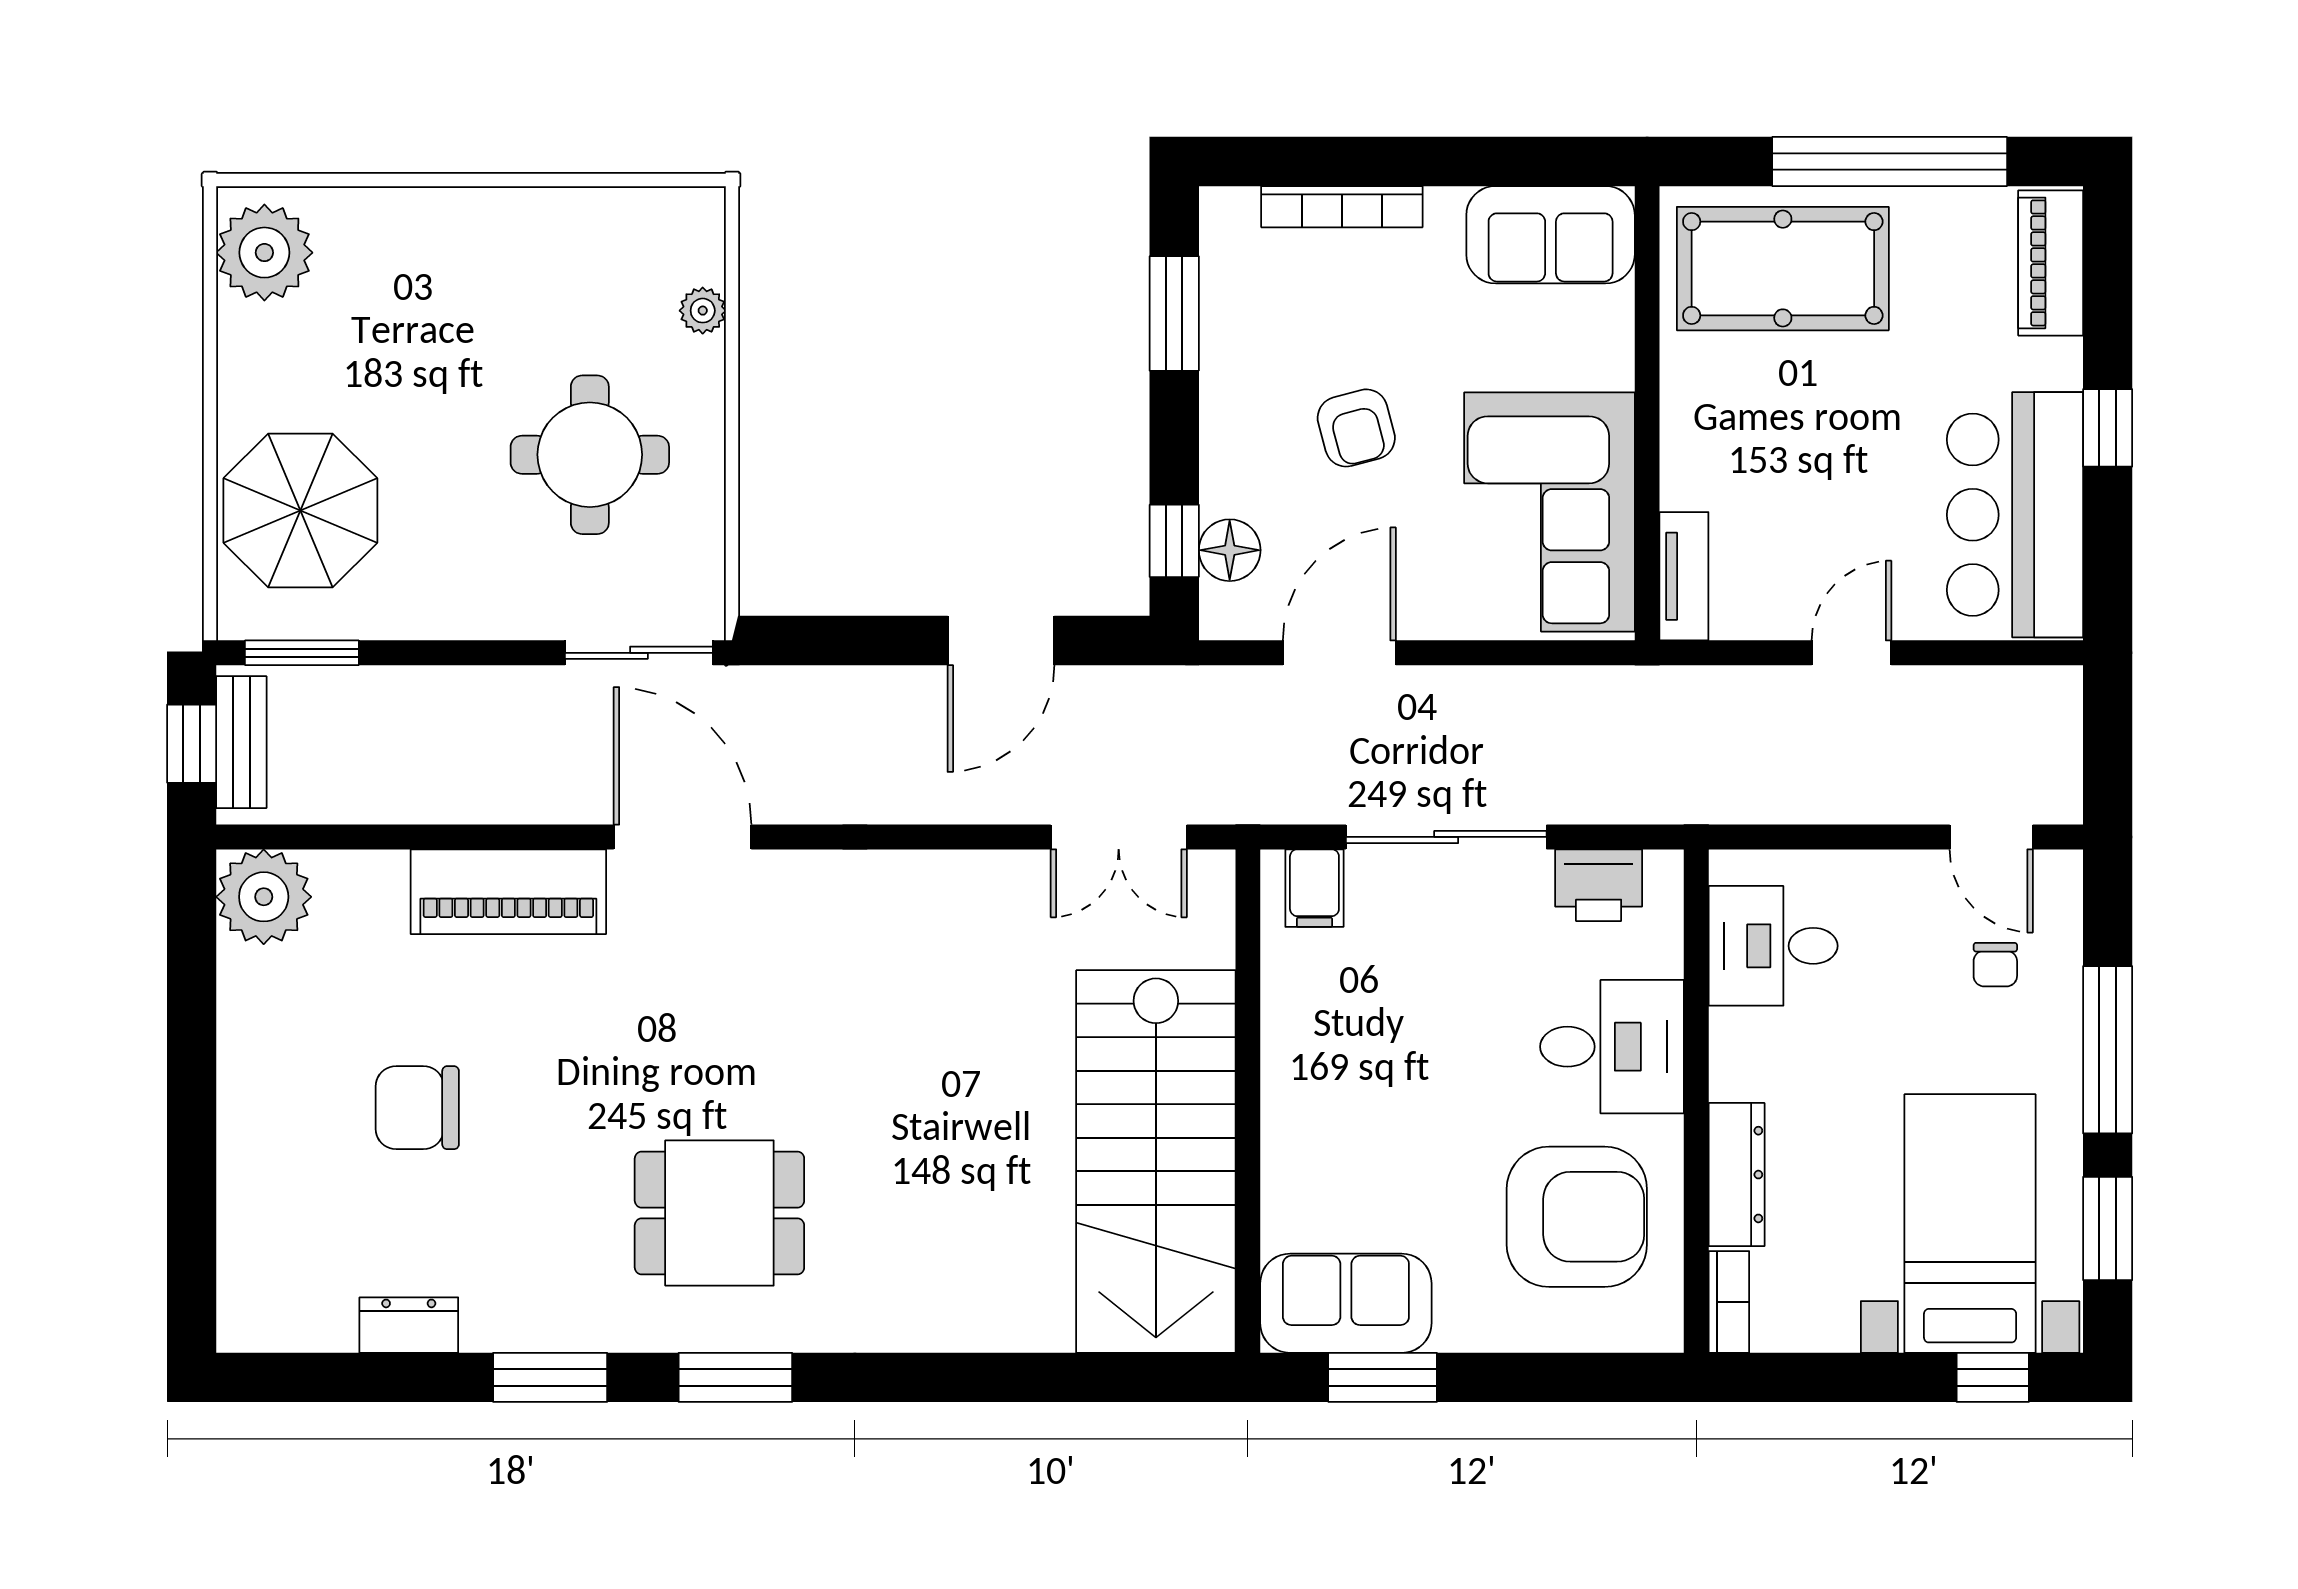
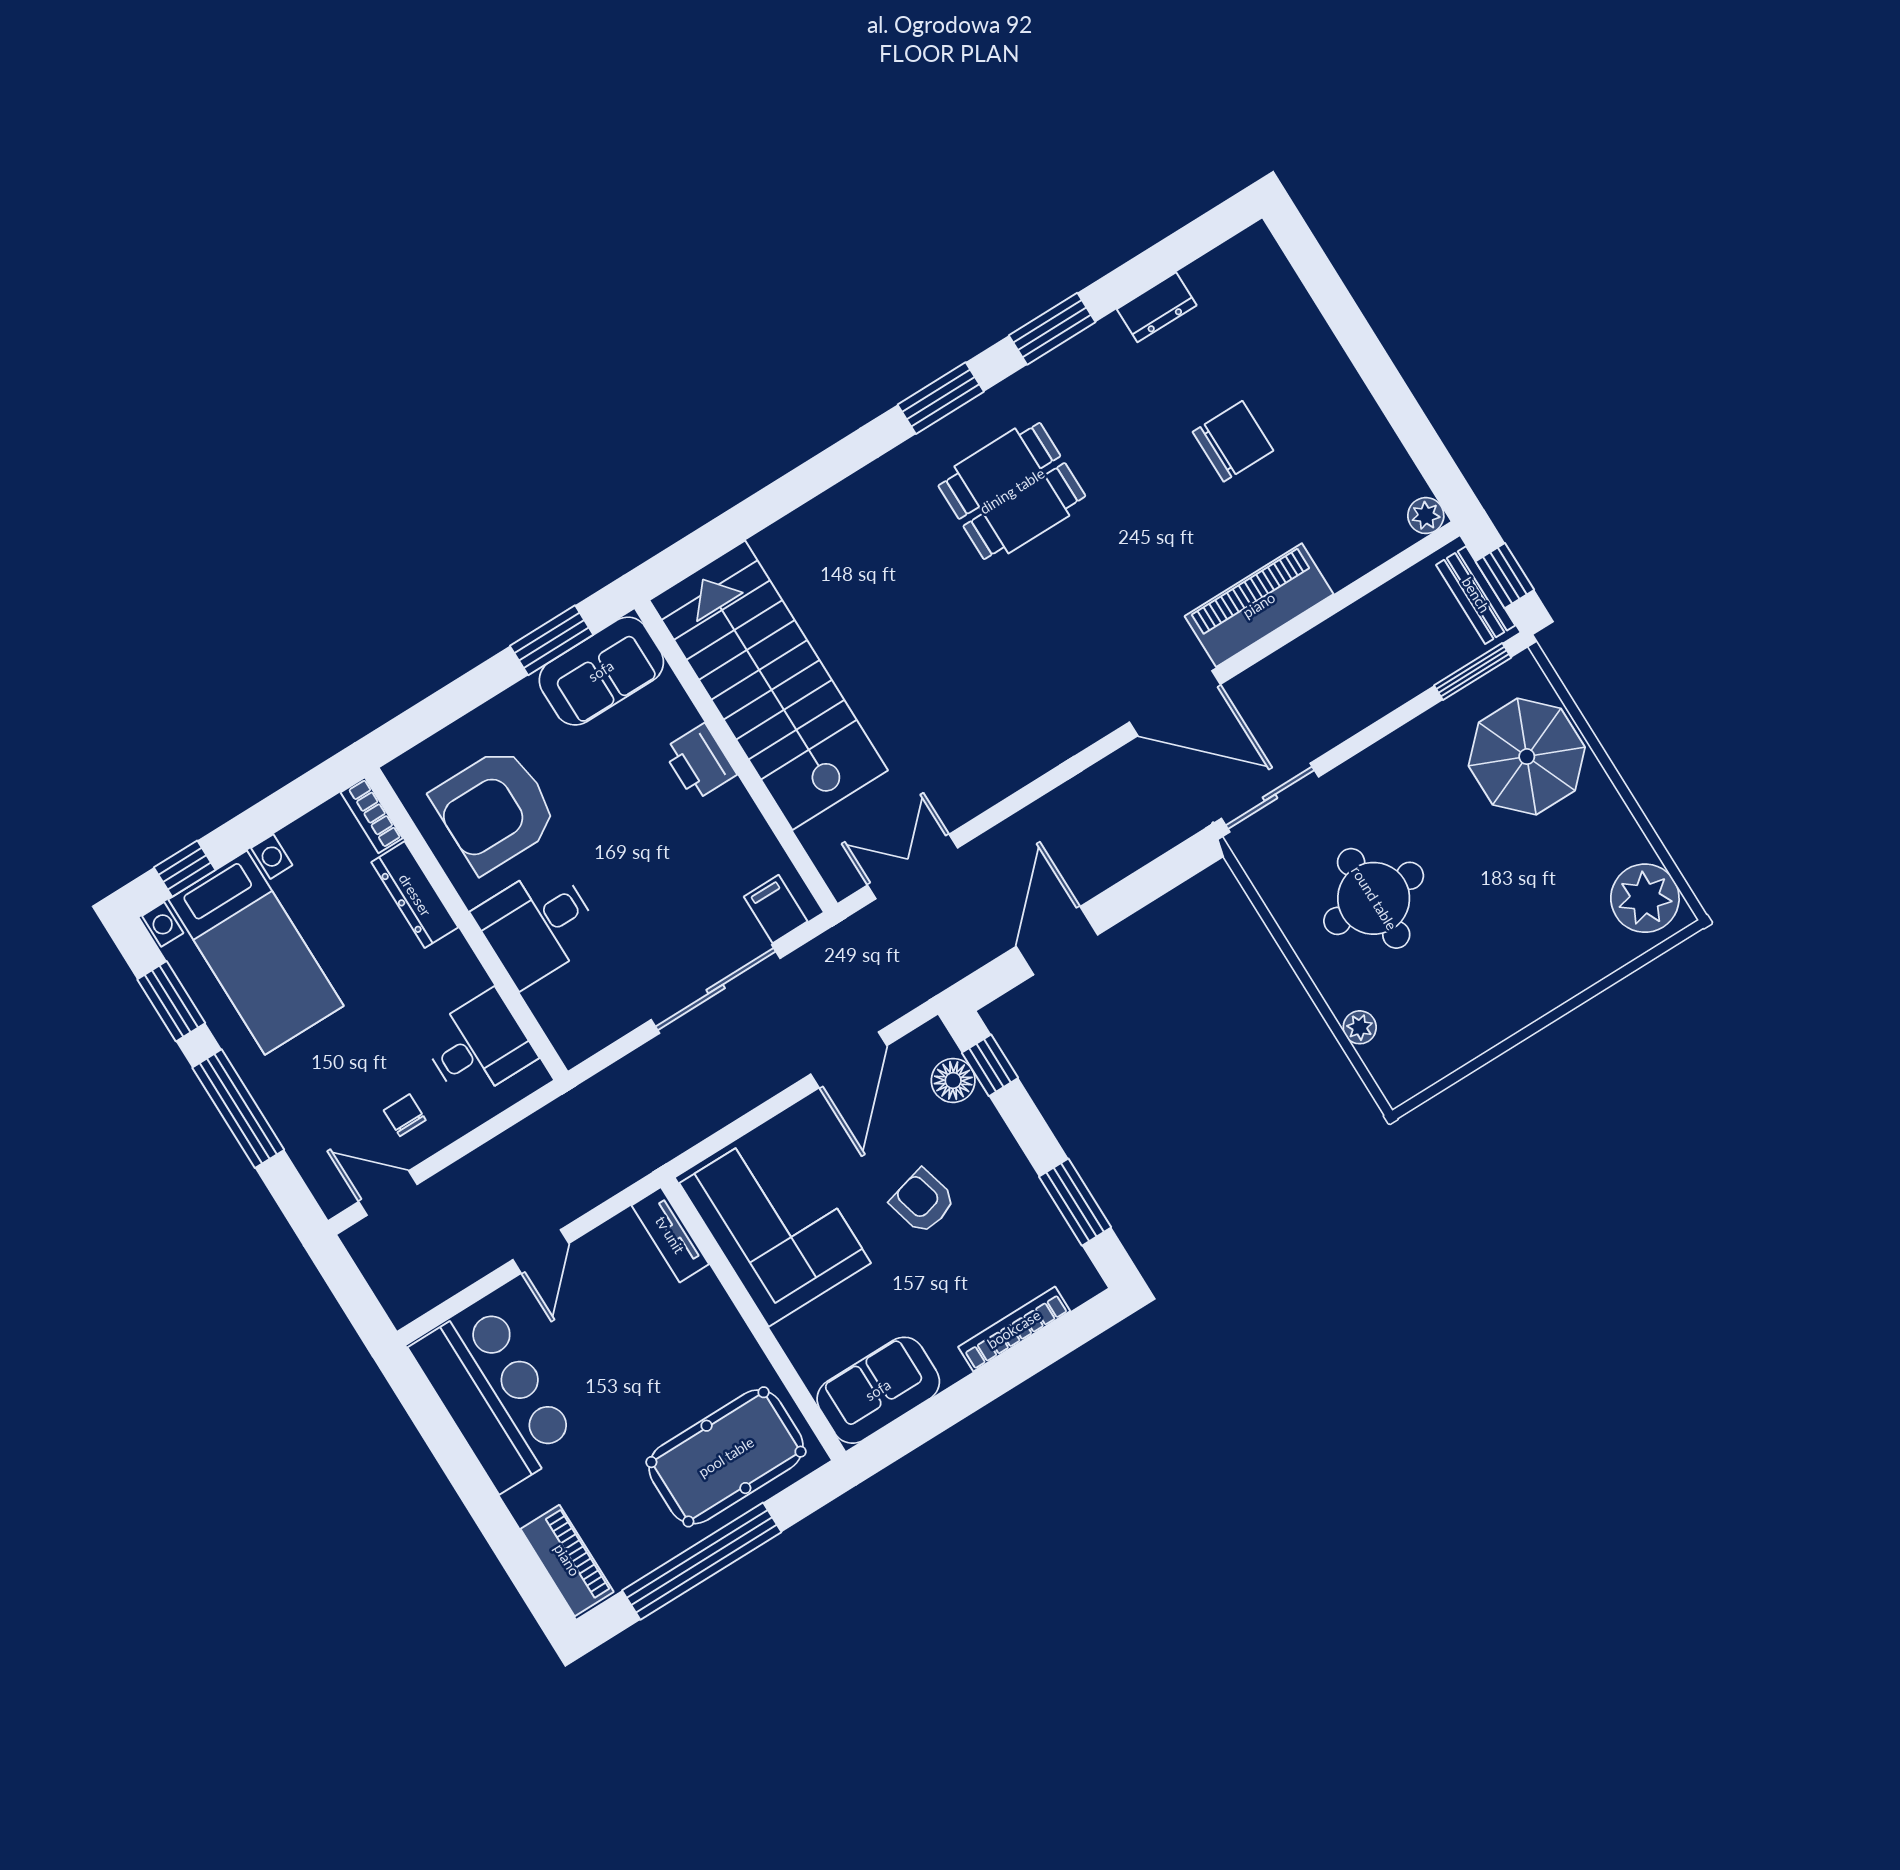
window: (2108, 428) -> (471, 1483), removed
printer: (1599, 885) -> (700, 762), moved, turned -90
plant: (264, 897) -> (1426, 516), width x0.53, depth x0.53
chair: (1995, 965) -> (405, 1115), moved

